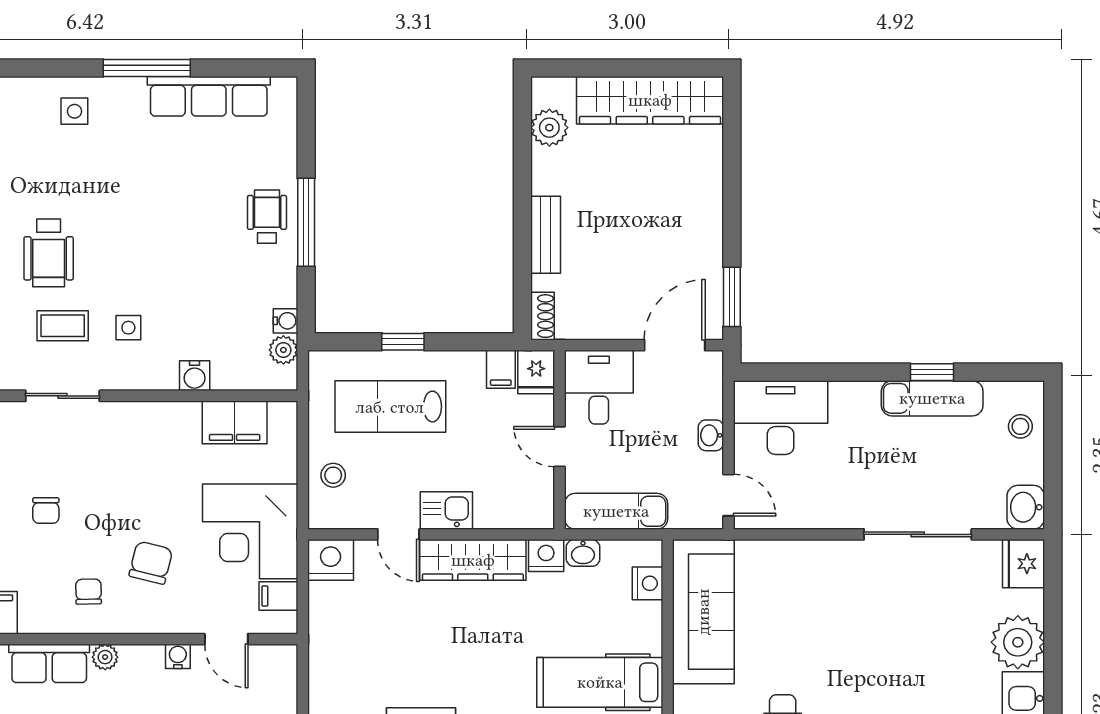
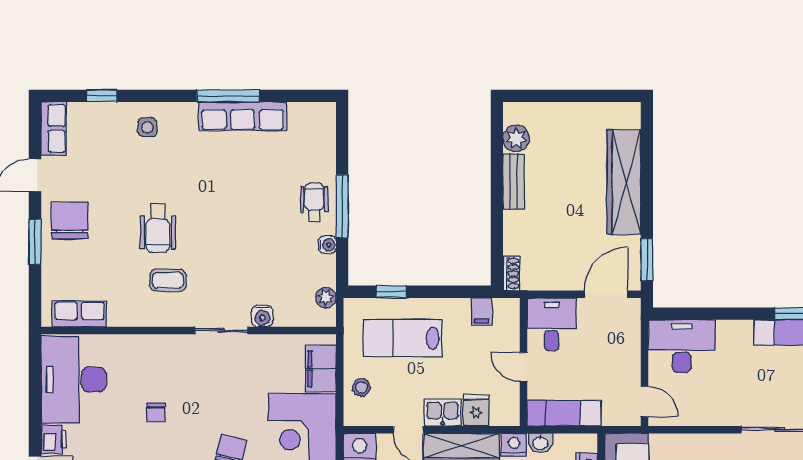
row of seats: (209, 96) -> (243, 116), moved
wardrobe: (650, 100) -> (624, 182), moved, turned 90
side table: (74, 111) -> (147, 127), moved
bench: (546, 235) -> (514, 181), moved
water cooler: (285, 321) -> (327, 245), moved
side table: (128, 328) -> (215, 282), removed
window: (403, 342) -> (391, 292), moved
fridge: (536, 372) -> (476, 410), moved, turned 180
sliding door: (63, 396) -> (221, 330), moved
filing cabinet: (235, 422) -> (321, 369), moved, turned 90
washbasin: (711, 435) -> (632, 359), removed

